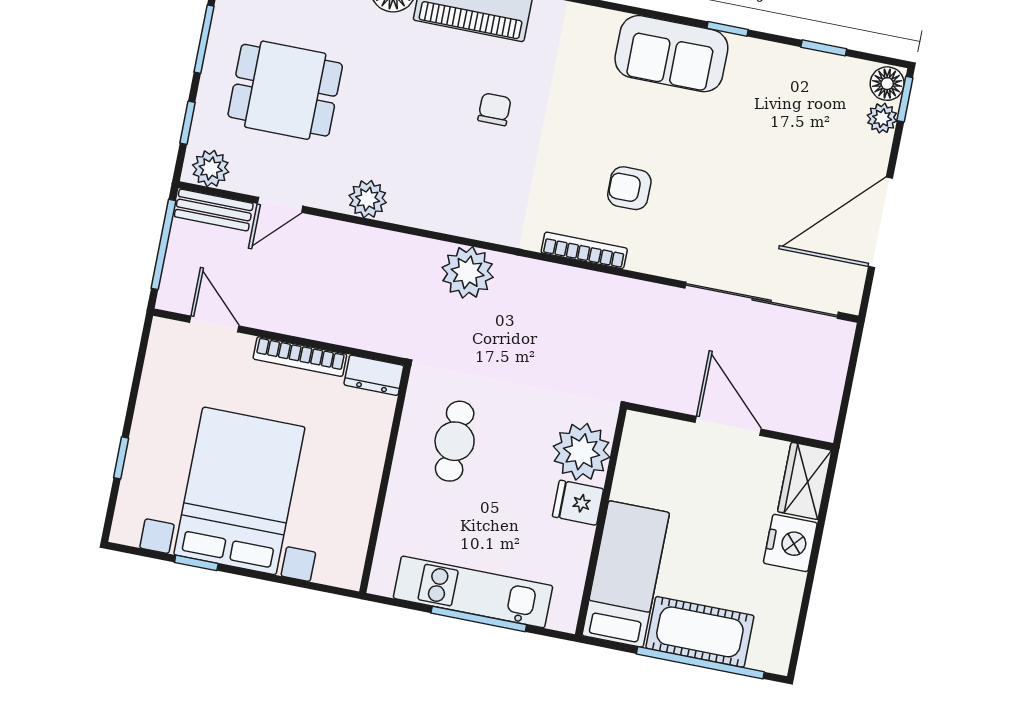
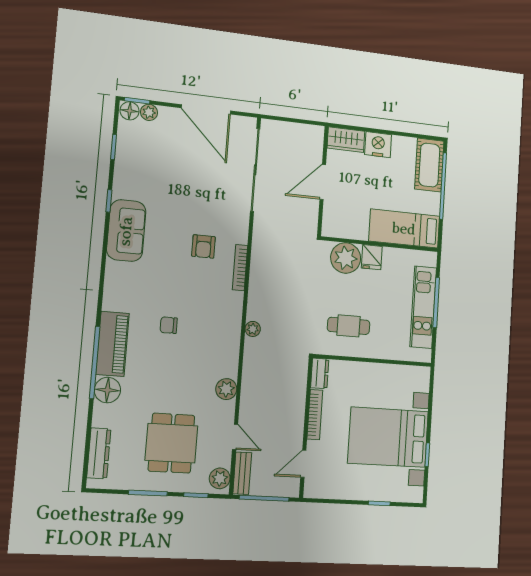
plant: (468, 272) -> (253, 329), width x0.53, depth x0.53
cot: (700, 632) -> (429, 165), moved

